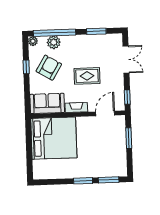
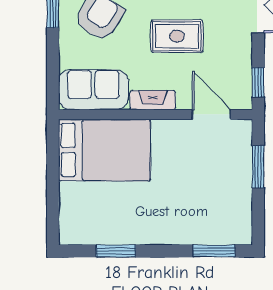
door: (105, 113) -> (211, 114), hinge flipped
bed: (54, 138) -> (105, 150), width x0.73
window: (83, 181) -> (116, 251), moved

